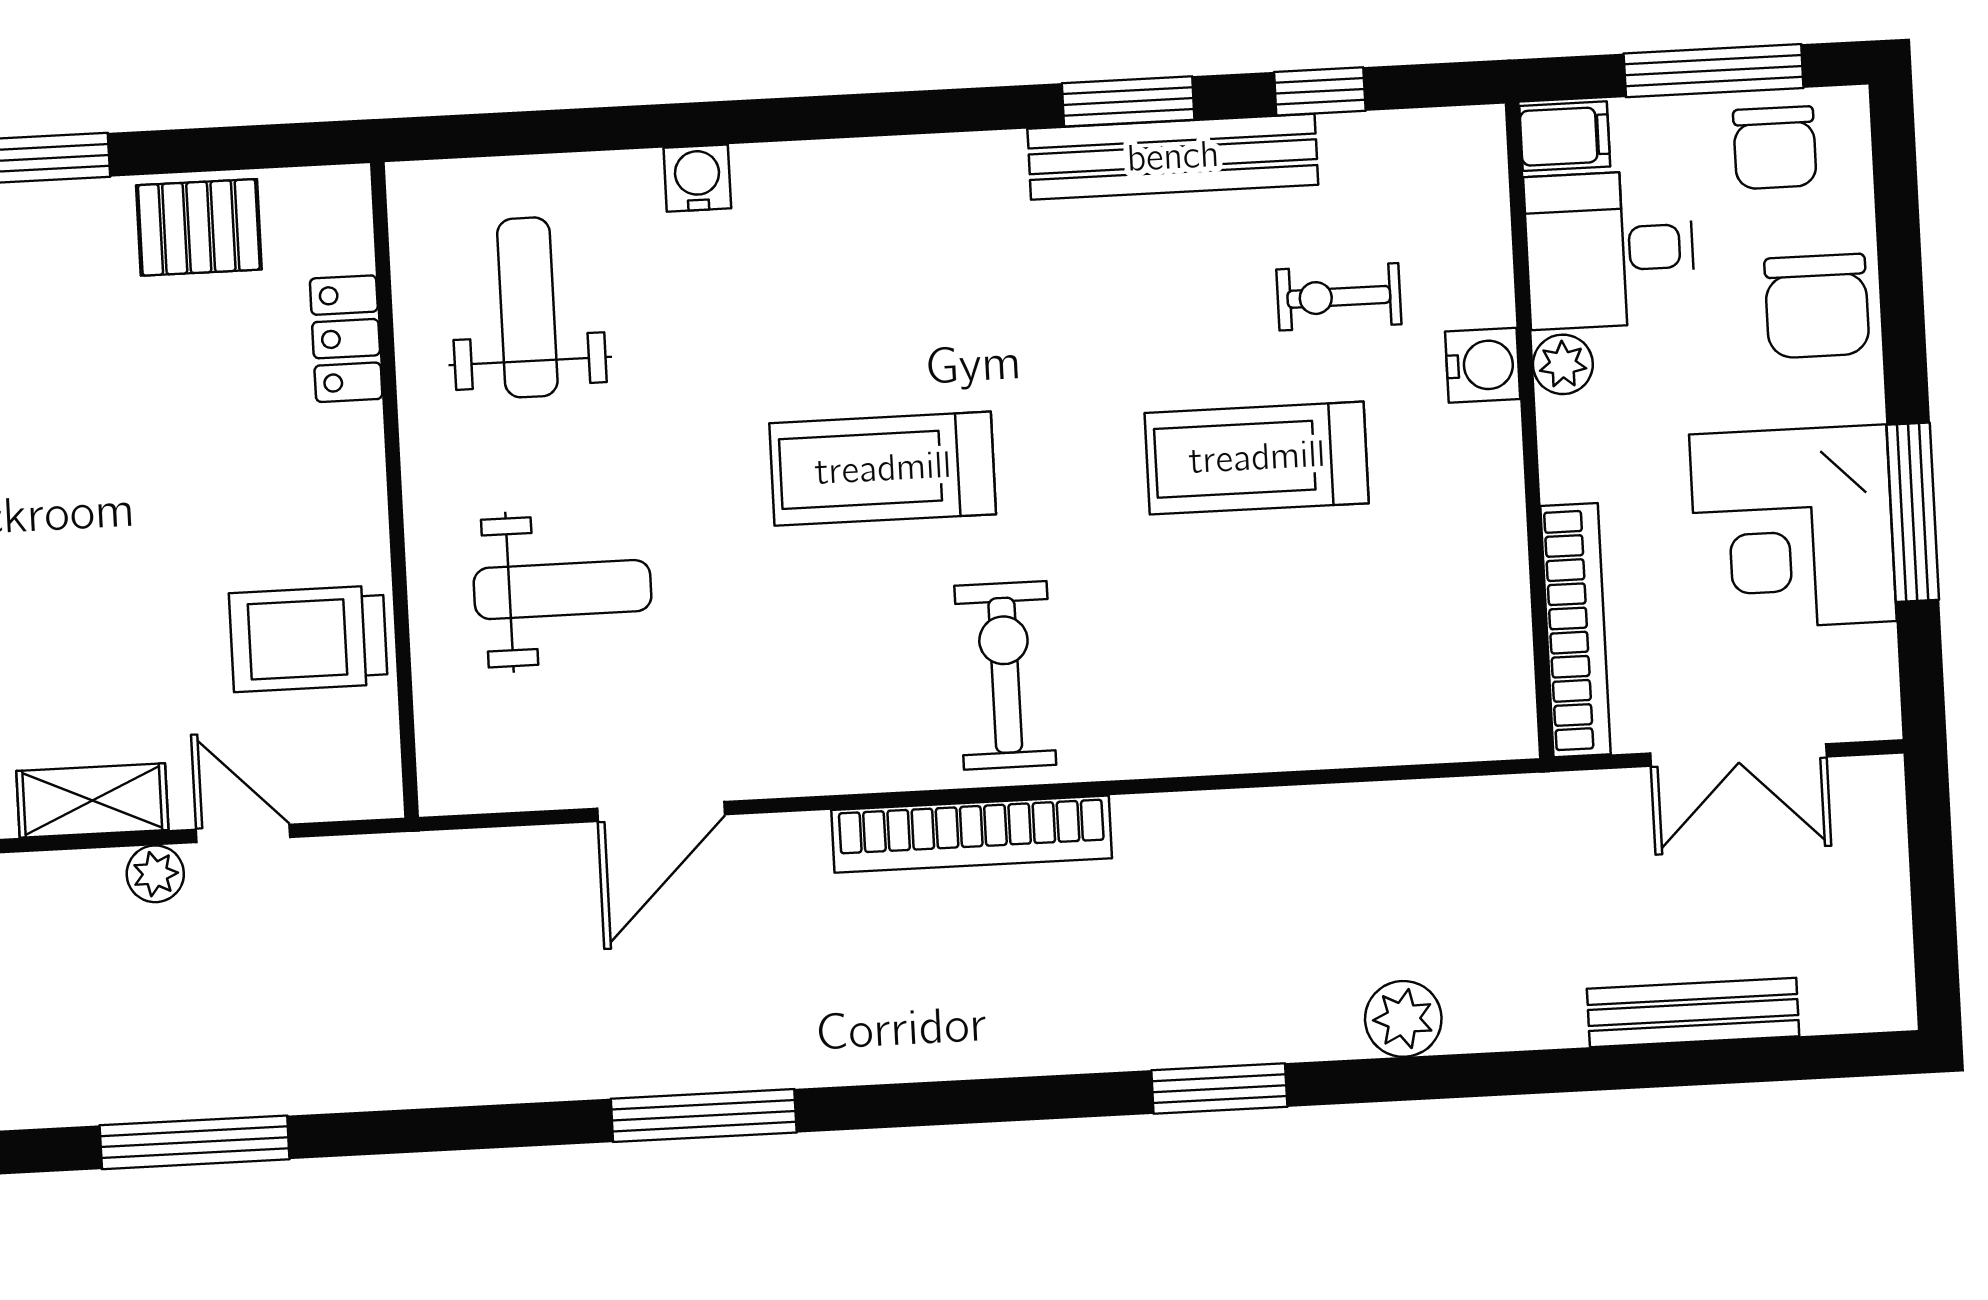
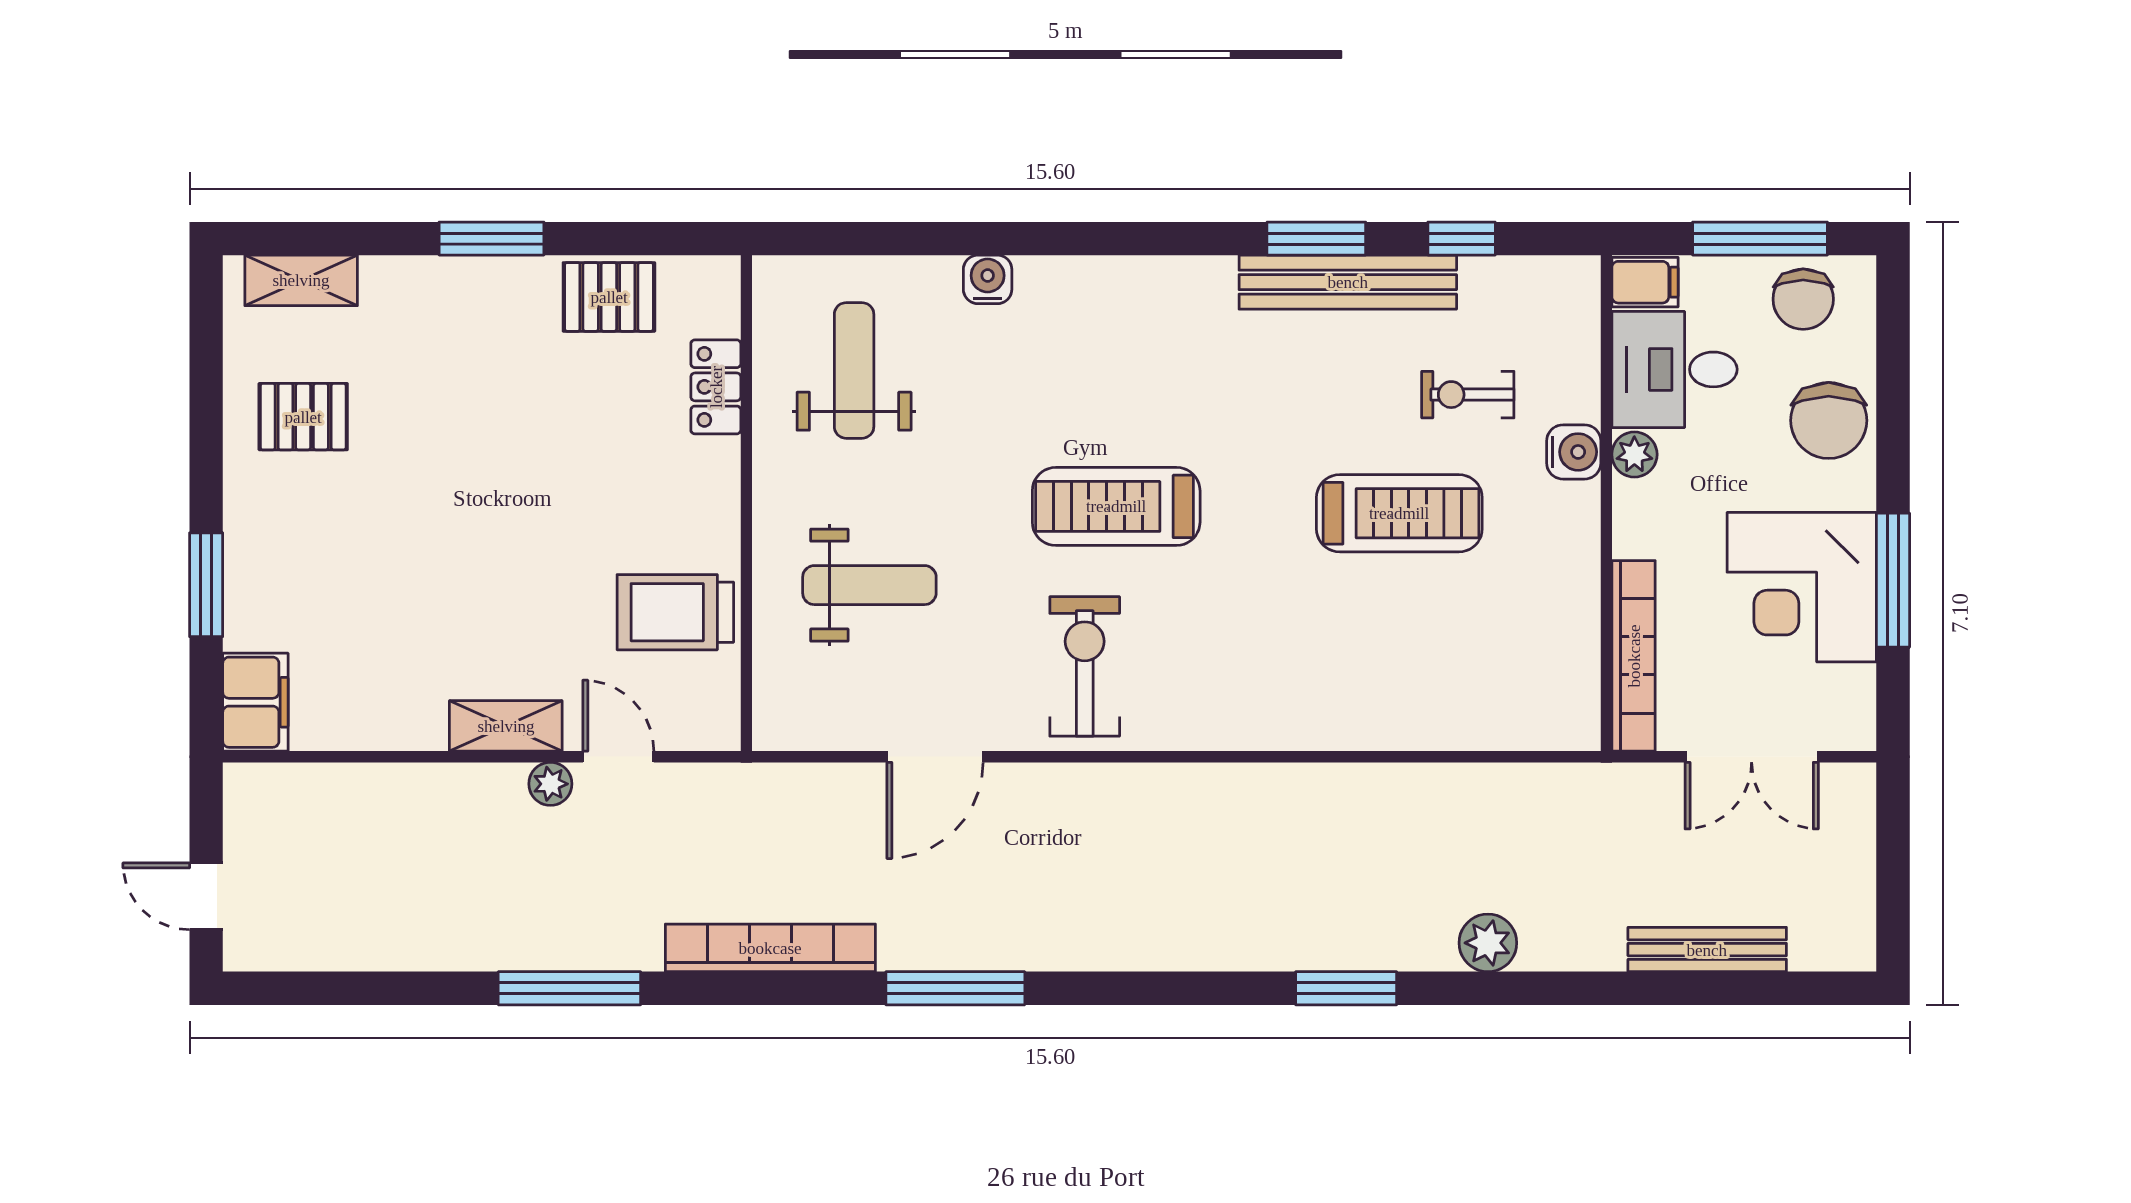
treadmill: (1257, 458) -> (1399, 513), turned 180
exercise bike: (1005, 675) -> (1085, 666), moved
bookcase: (972, 834) -> (770, 948), moved, turned 180

